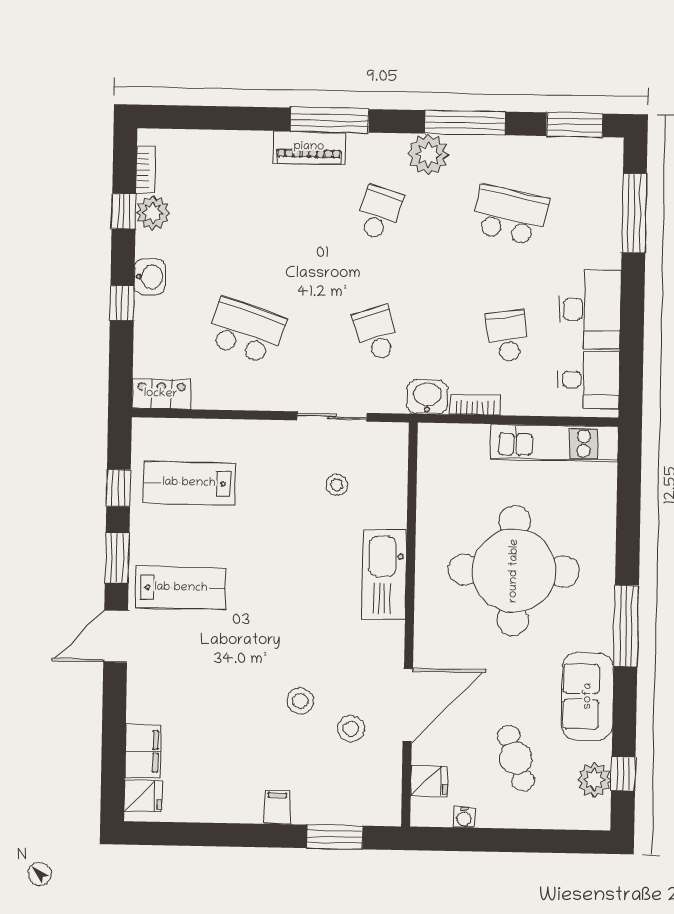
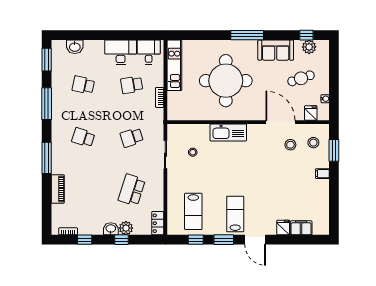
piano: (309, 147) -> (58, 189), moved
plant: (428, 155) -> (60, 118), removed
plant: (153, 213) -> (126, 228), moved
window: (634, 213) -> (82, 35), removed
school desk: (510, 215) -> (83, 85), width x0.54
washbasin: (427, 397) -> (75, 47), moved, turned -90
stool: (300, 701) -> (313, 143), moved
fridge: (143, 796) -> (283, 228), moved

